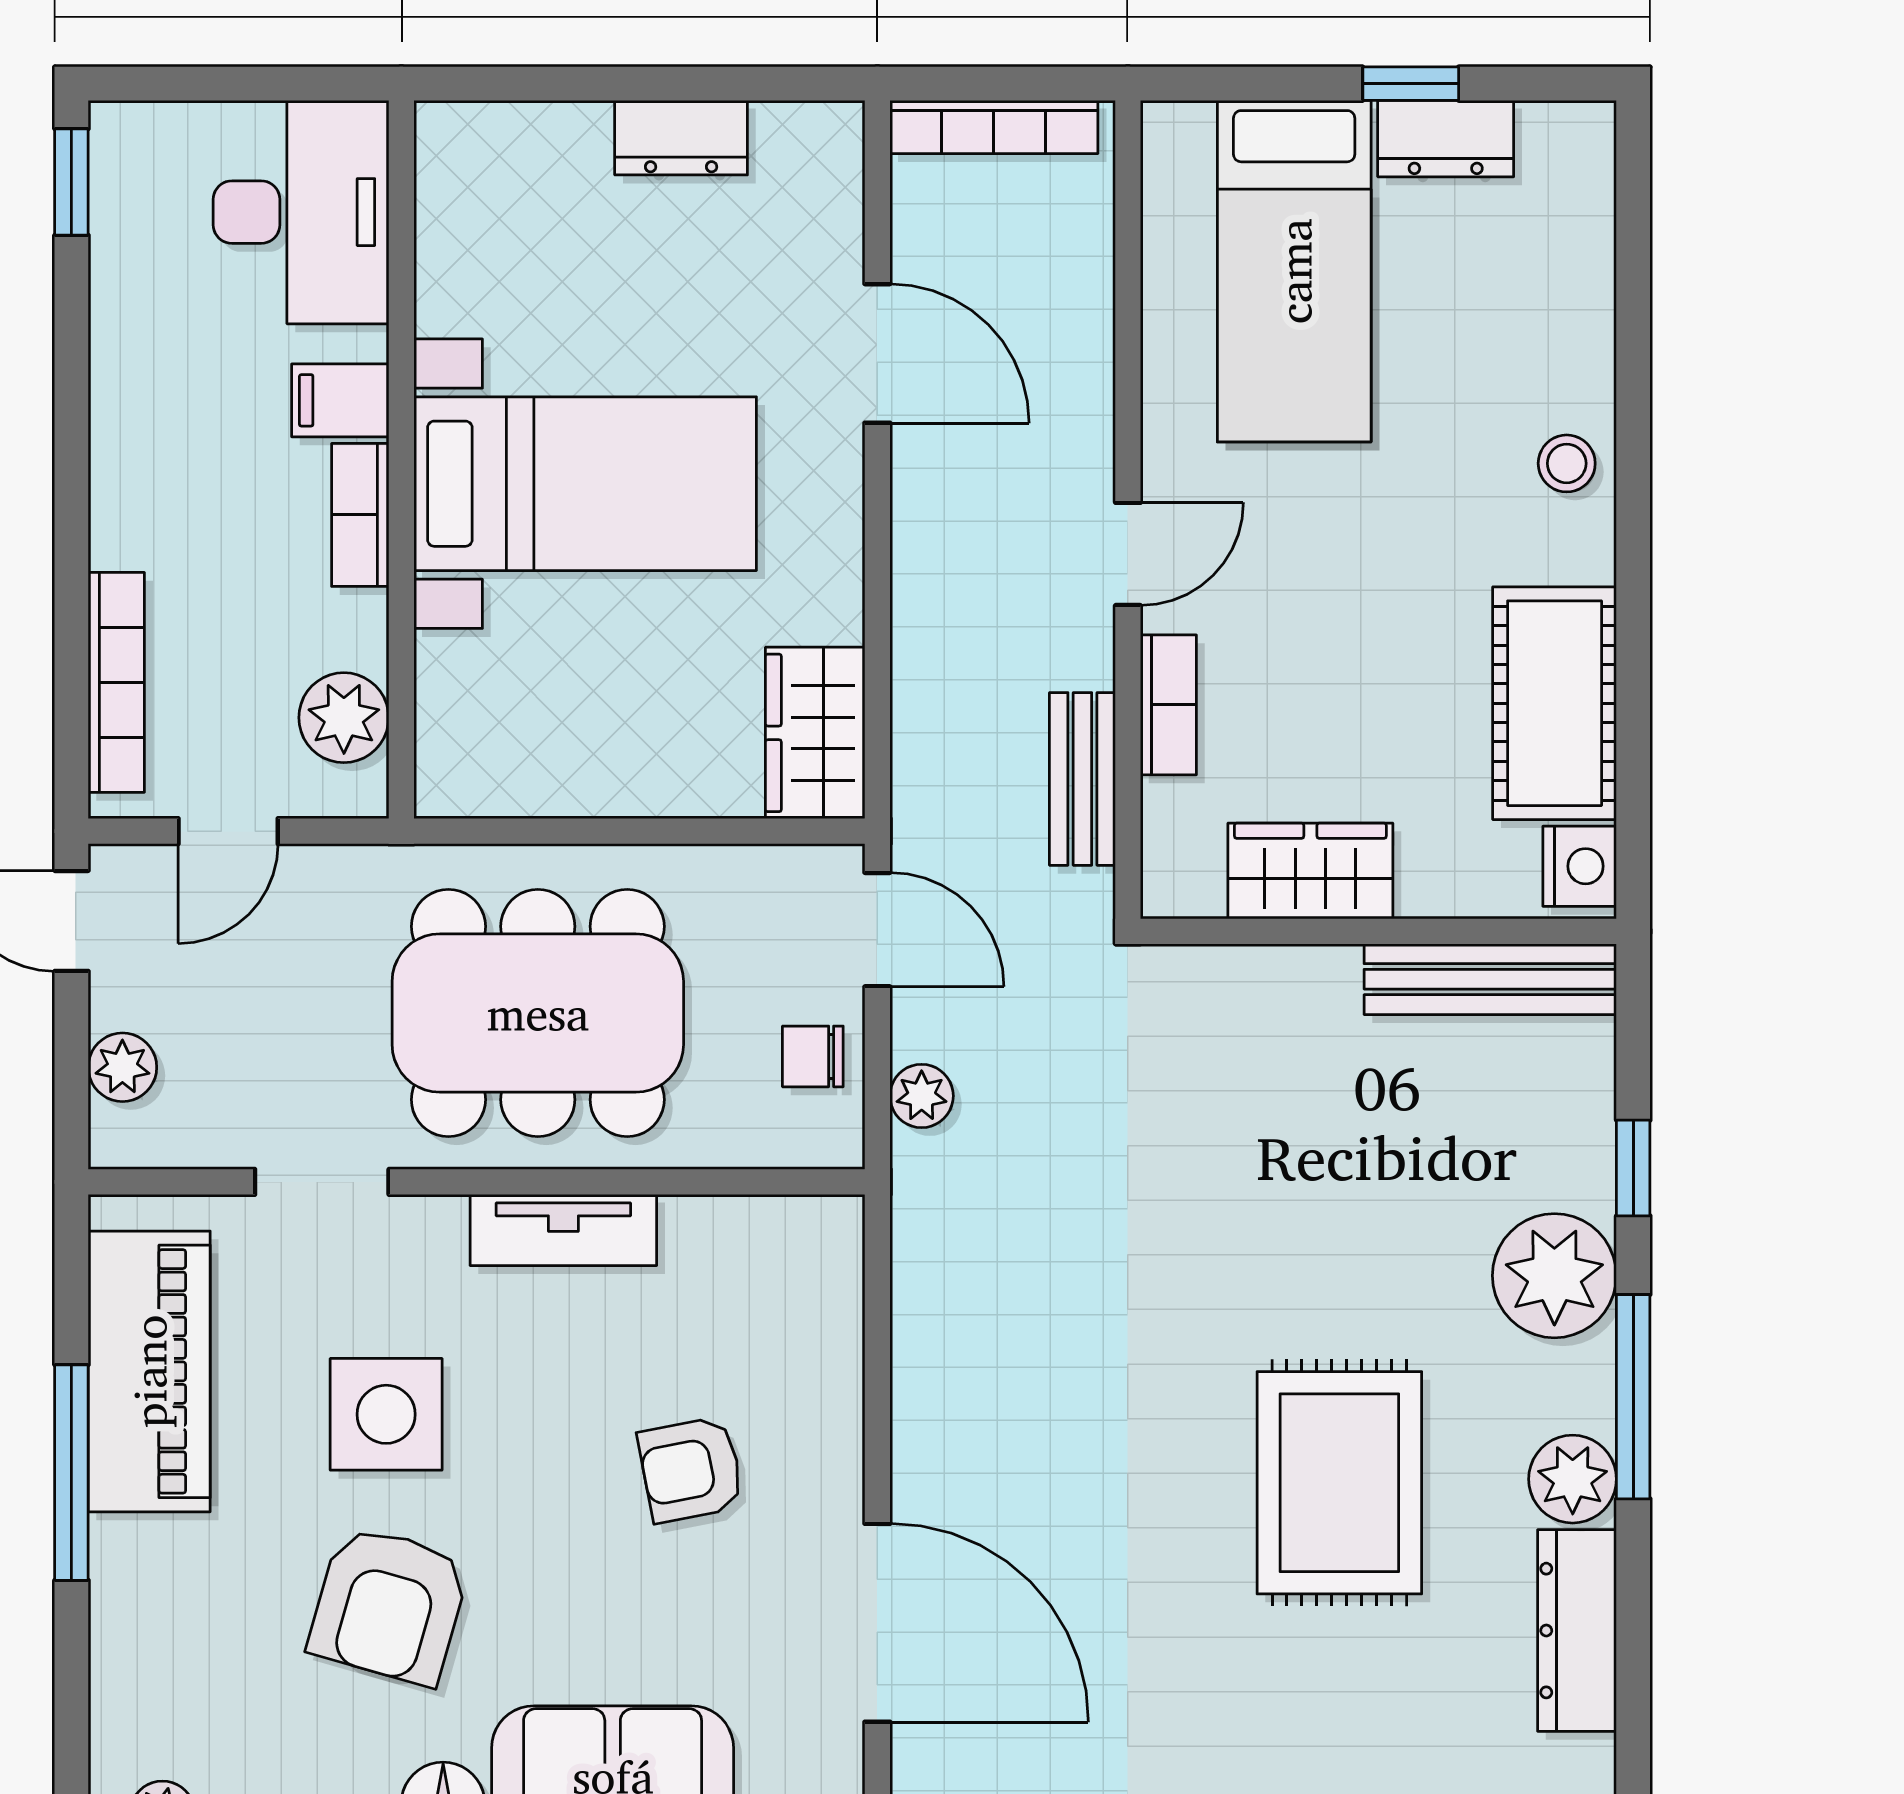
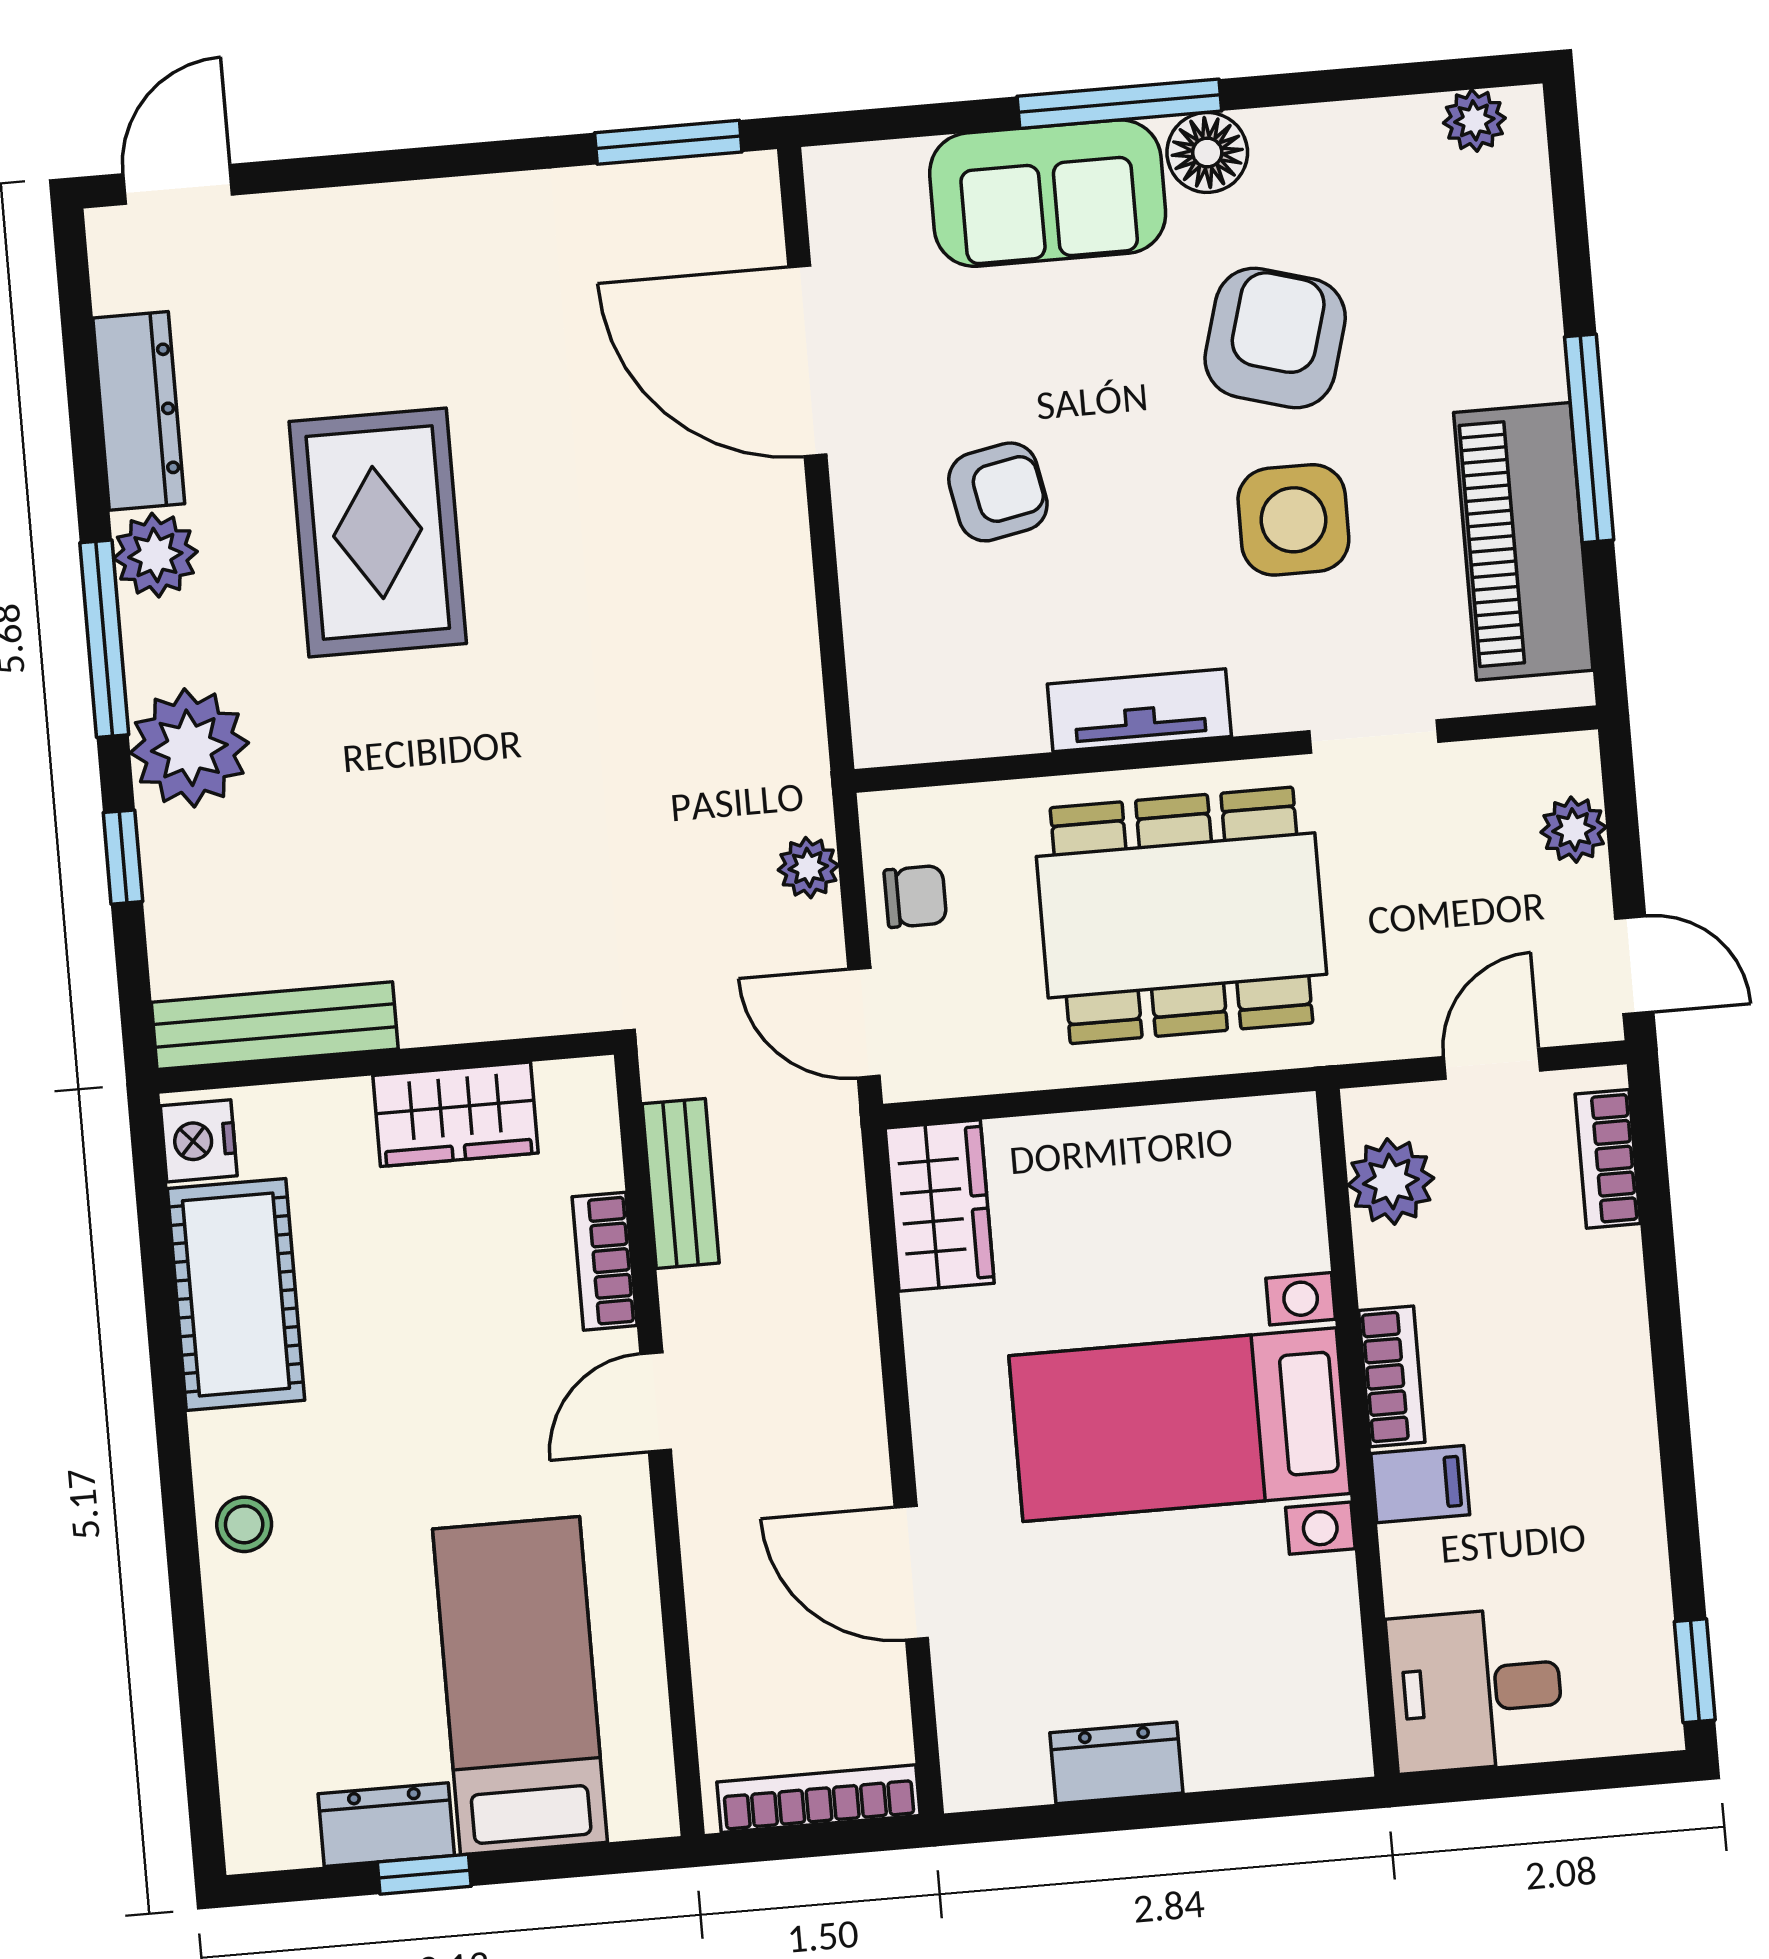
desk: (301, 212) -> (1476, 1690), width x0.73
bookcase: (116, 682) -> (1608, 1159), width x0.64

